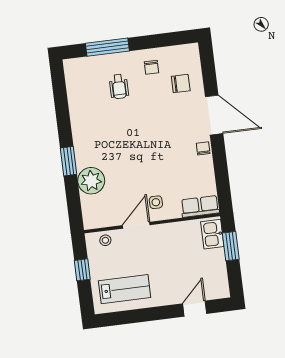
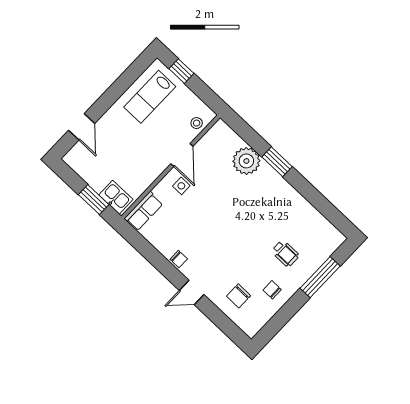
wheelchair: (119, 87) -> (285, 253), turned 180
door: (214, 115) -> (192, 293), width x0.53
window: (82, 270) -> (181, 71), moved

